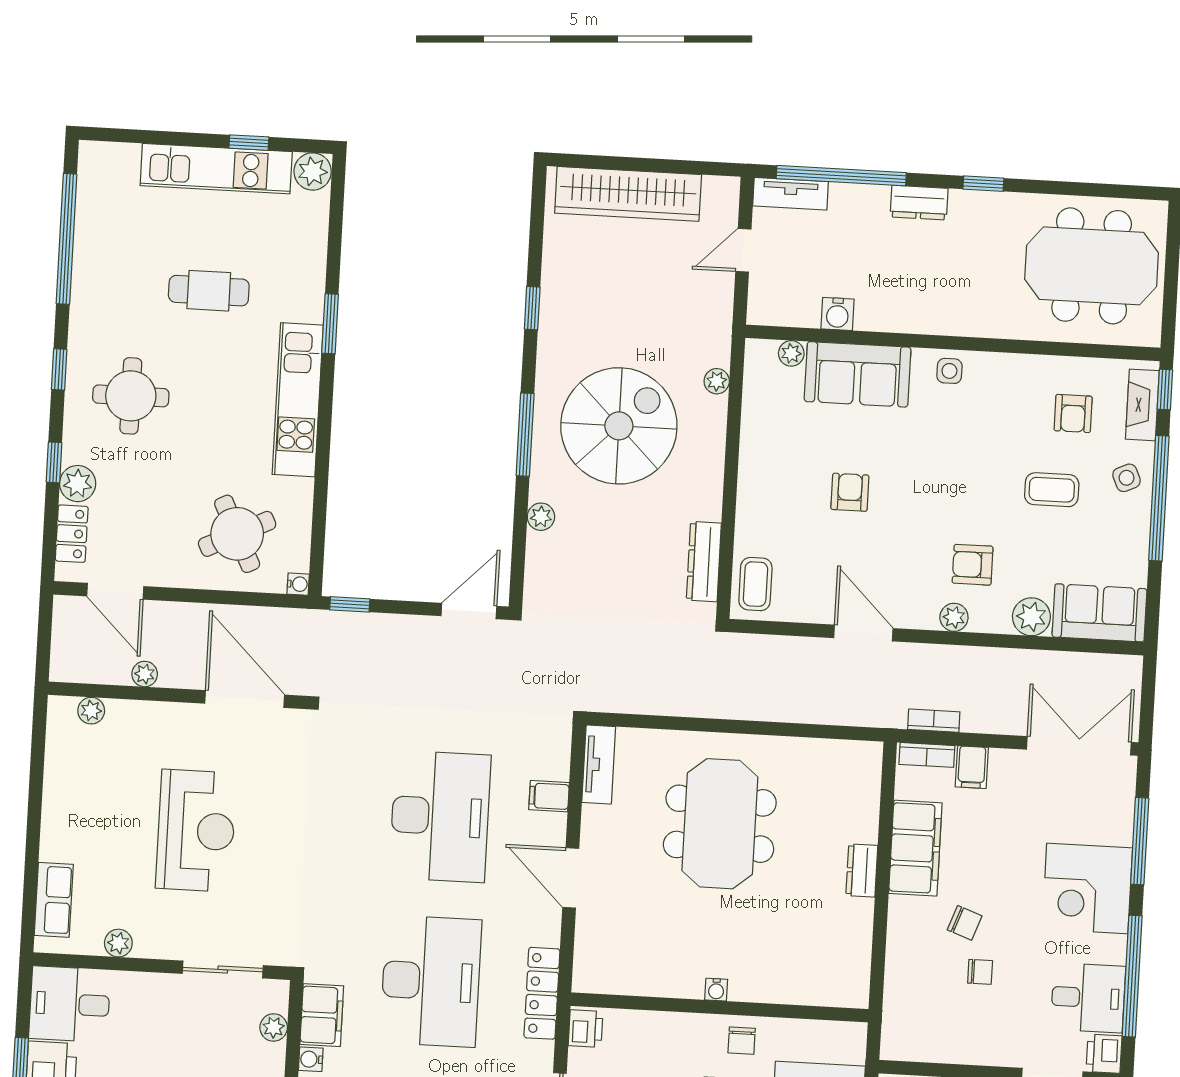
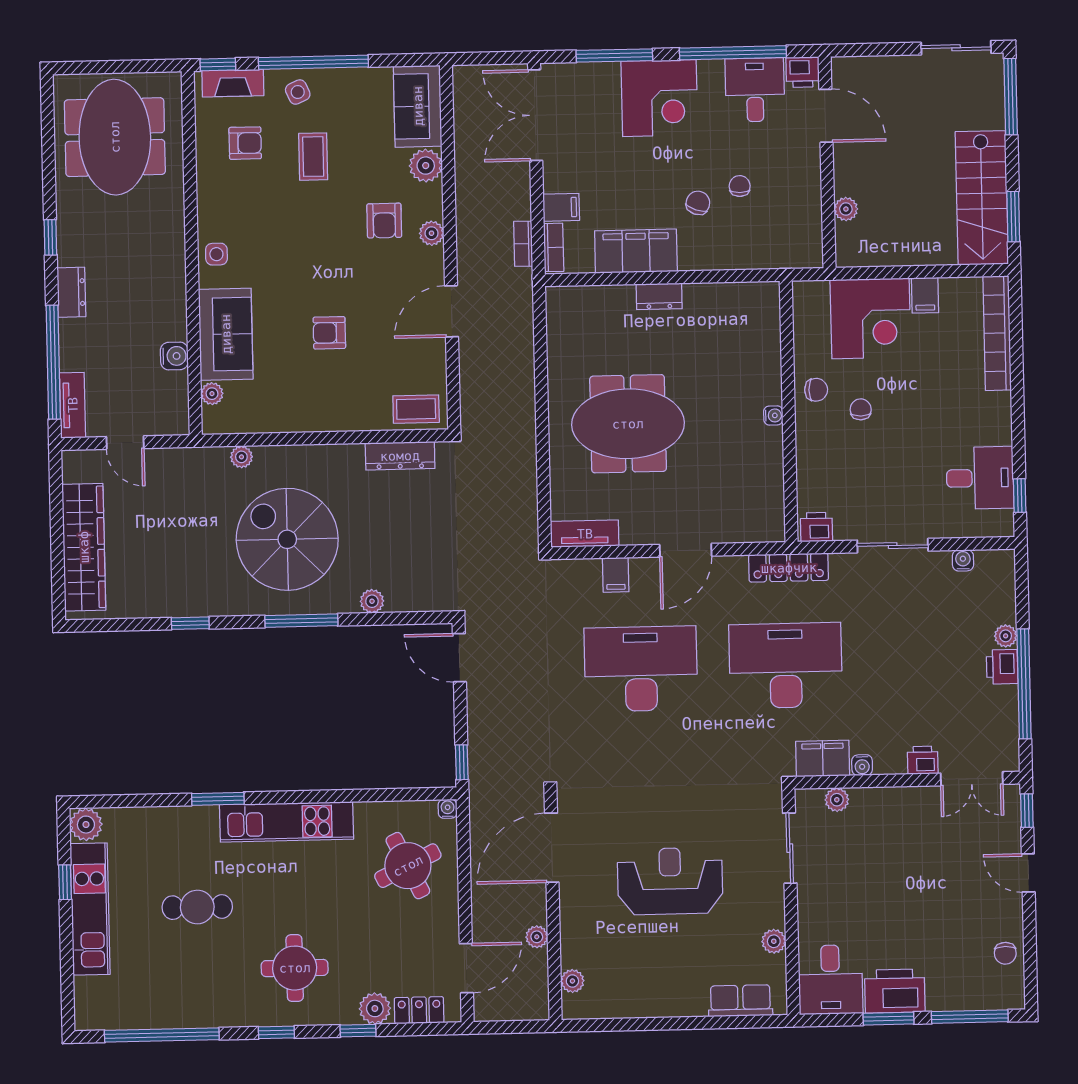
cafe table: (209, 291) -> (197, 907), turned 90

